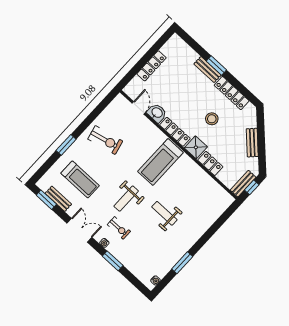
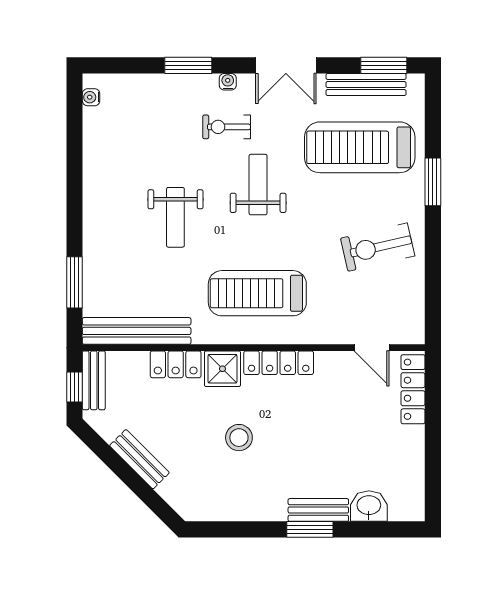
locker: (151, 66) -> (413, 389), moved
locker: (232, 93) -> (245, 508), removed
washbasin: (157, 113) -> (369, 506), moved, turned 180
treadmill: (160, 162) -> (257, 293), turned -90
treadmill: (80, 179) -> (360, 147), width x1.37, depth x1.38
bench: (213, 187) -> (137, 331), added
bench: (58, 199) -> (366, 84), width x1.36
weight bench: (164, 213) -> (175, 217), turned 90
window: (182, 263) -> (75, 282), moved

